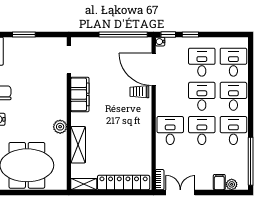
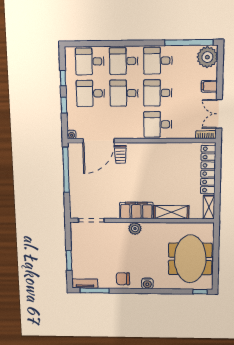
window: (168, 34) -> (63, 78), moved
filing cabinet: (80, 94) -> (136, 210), moved
plant: (60, 127) -> (135, 229), moved
filing cabinet: (219, 182) -> (209, 86), moved
plant: (232, 184) -> (207, 57), width x1.88, depth x1.88

